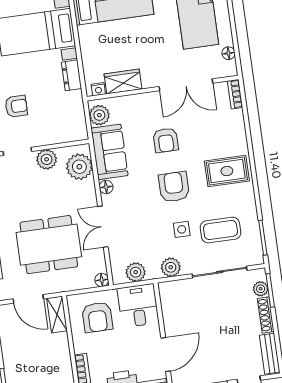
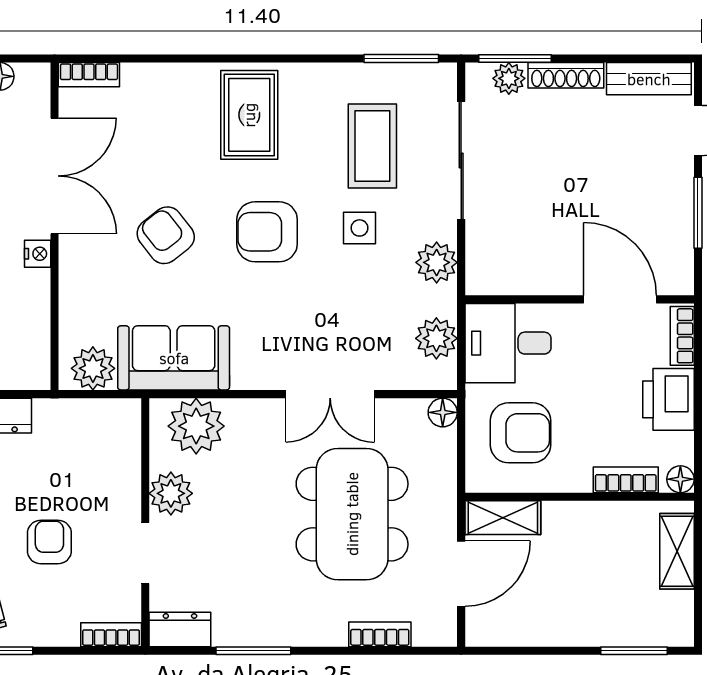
wardrobe: (123, 81) -> (29, 308), removed
nightstand: (98, 89) -> (38, 254), moved
armchair: (166, 140) -> (166, 235), turned -128
floor lamp: (106, 187) -> (247, 376), removed

